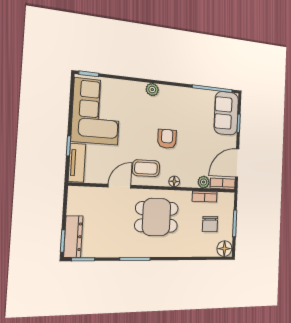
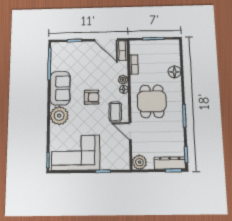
plant: (152, 90) -> (59, 116), width x1.87, depth x1.87
sofa: (226, 113) -> (60, 88), moved, turned -90
armchair: (167, 139) -> (92, 97), turned 180
tv unit: (77, 163) -> (115, 164), removed
plant: (204, 182) -> (123, 80), moved
plant: (77, 196) -> (139, 162), added
chair: (210, 224) -> (155, 59), removed
floor lamp: (224, 249) -> (175, 72), moved

